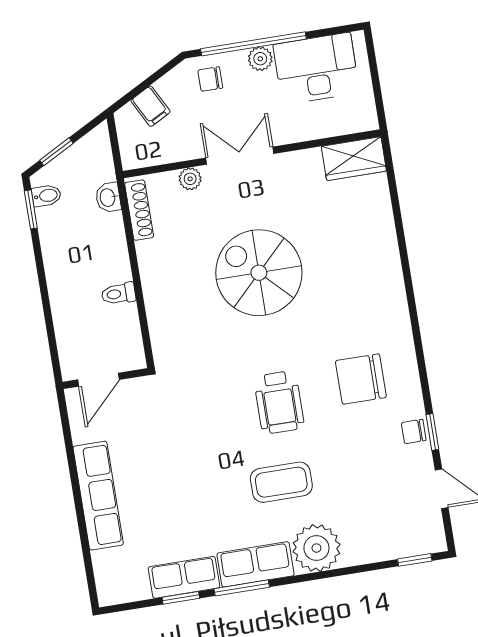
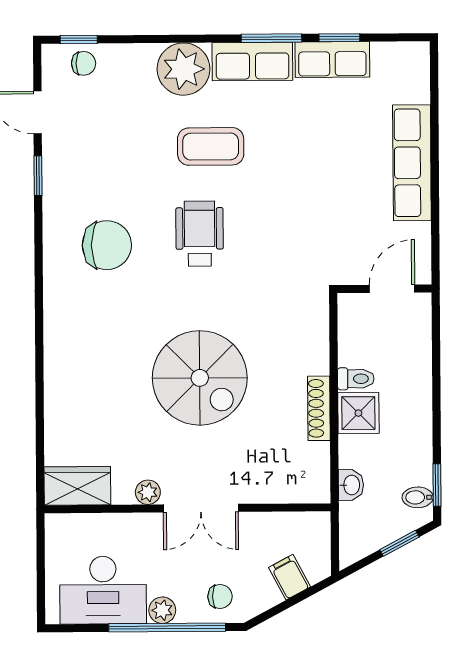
plant: (190, 179) -> (148, 492), moved
shoe rack: (139, 210) -> (319, 408), moved
shower: (111, 263) -> (358, 413), added
chair: (414, 431) -> (84, 63), moved

